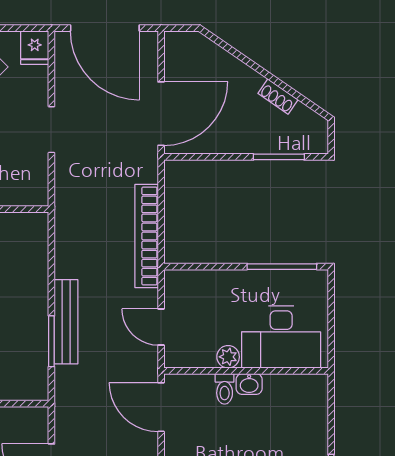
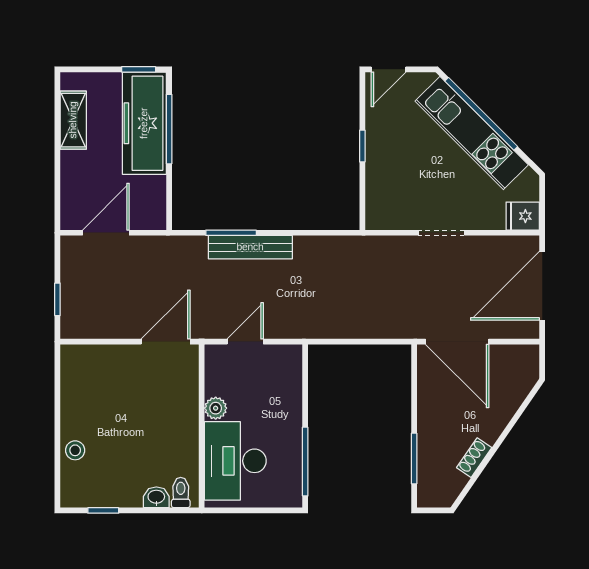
bookcase: (147, 236) -> (336, 327), removed
washbasin: (249, 384) -> (156, 497), moved, turned 90
toilet: (225, 389) -> (181, 493), moved, turned 90

